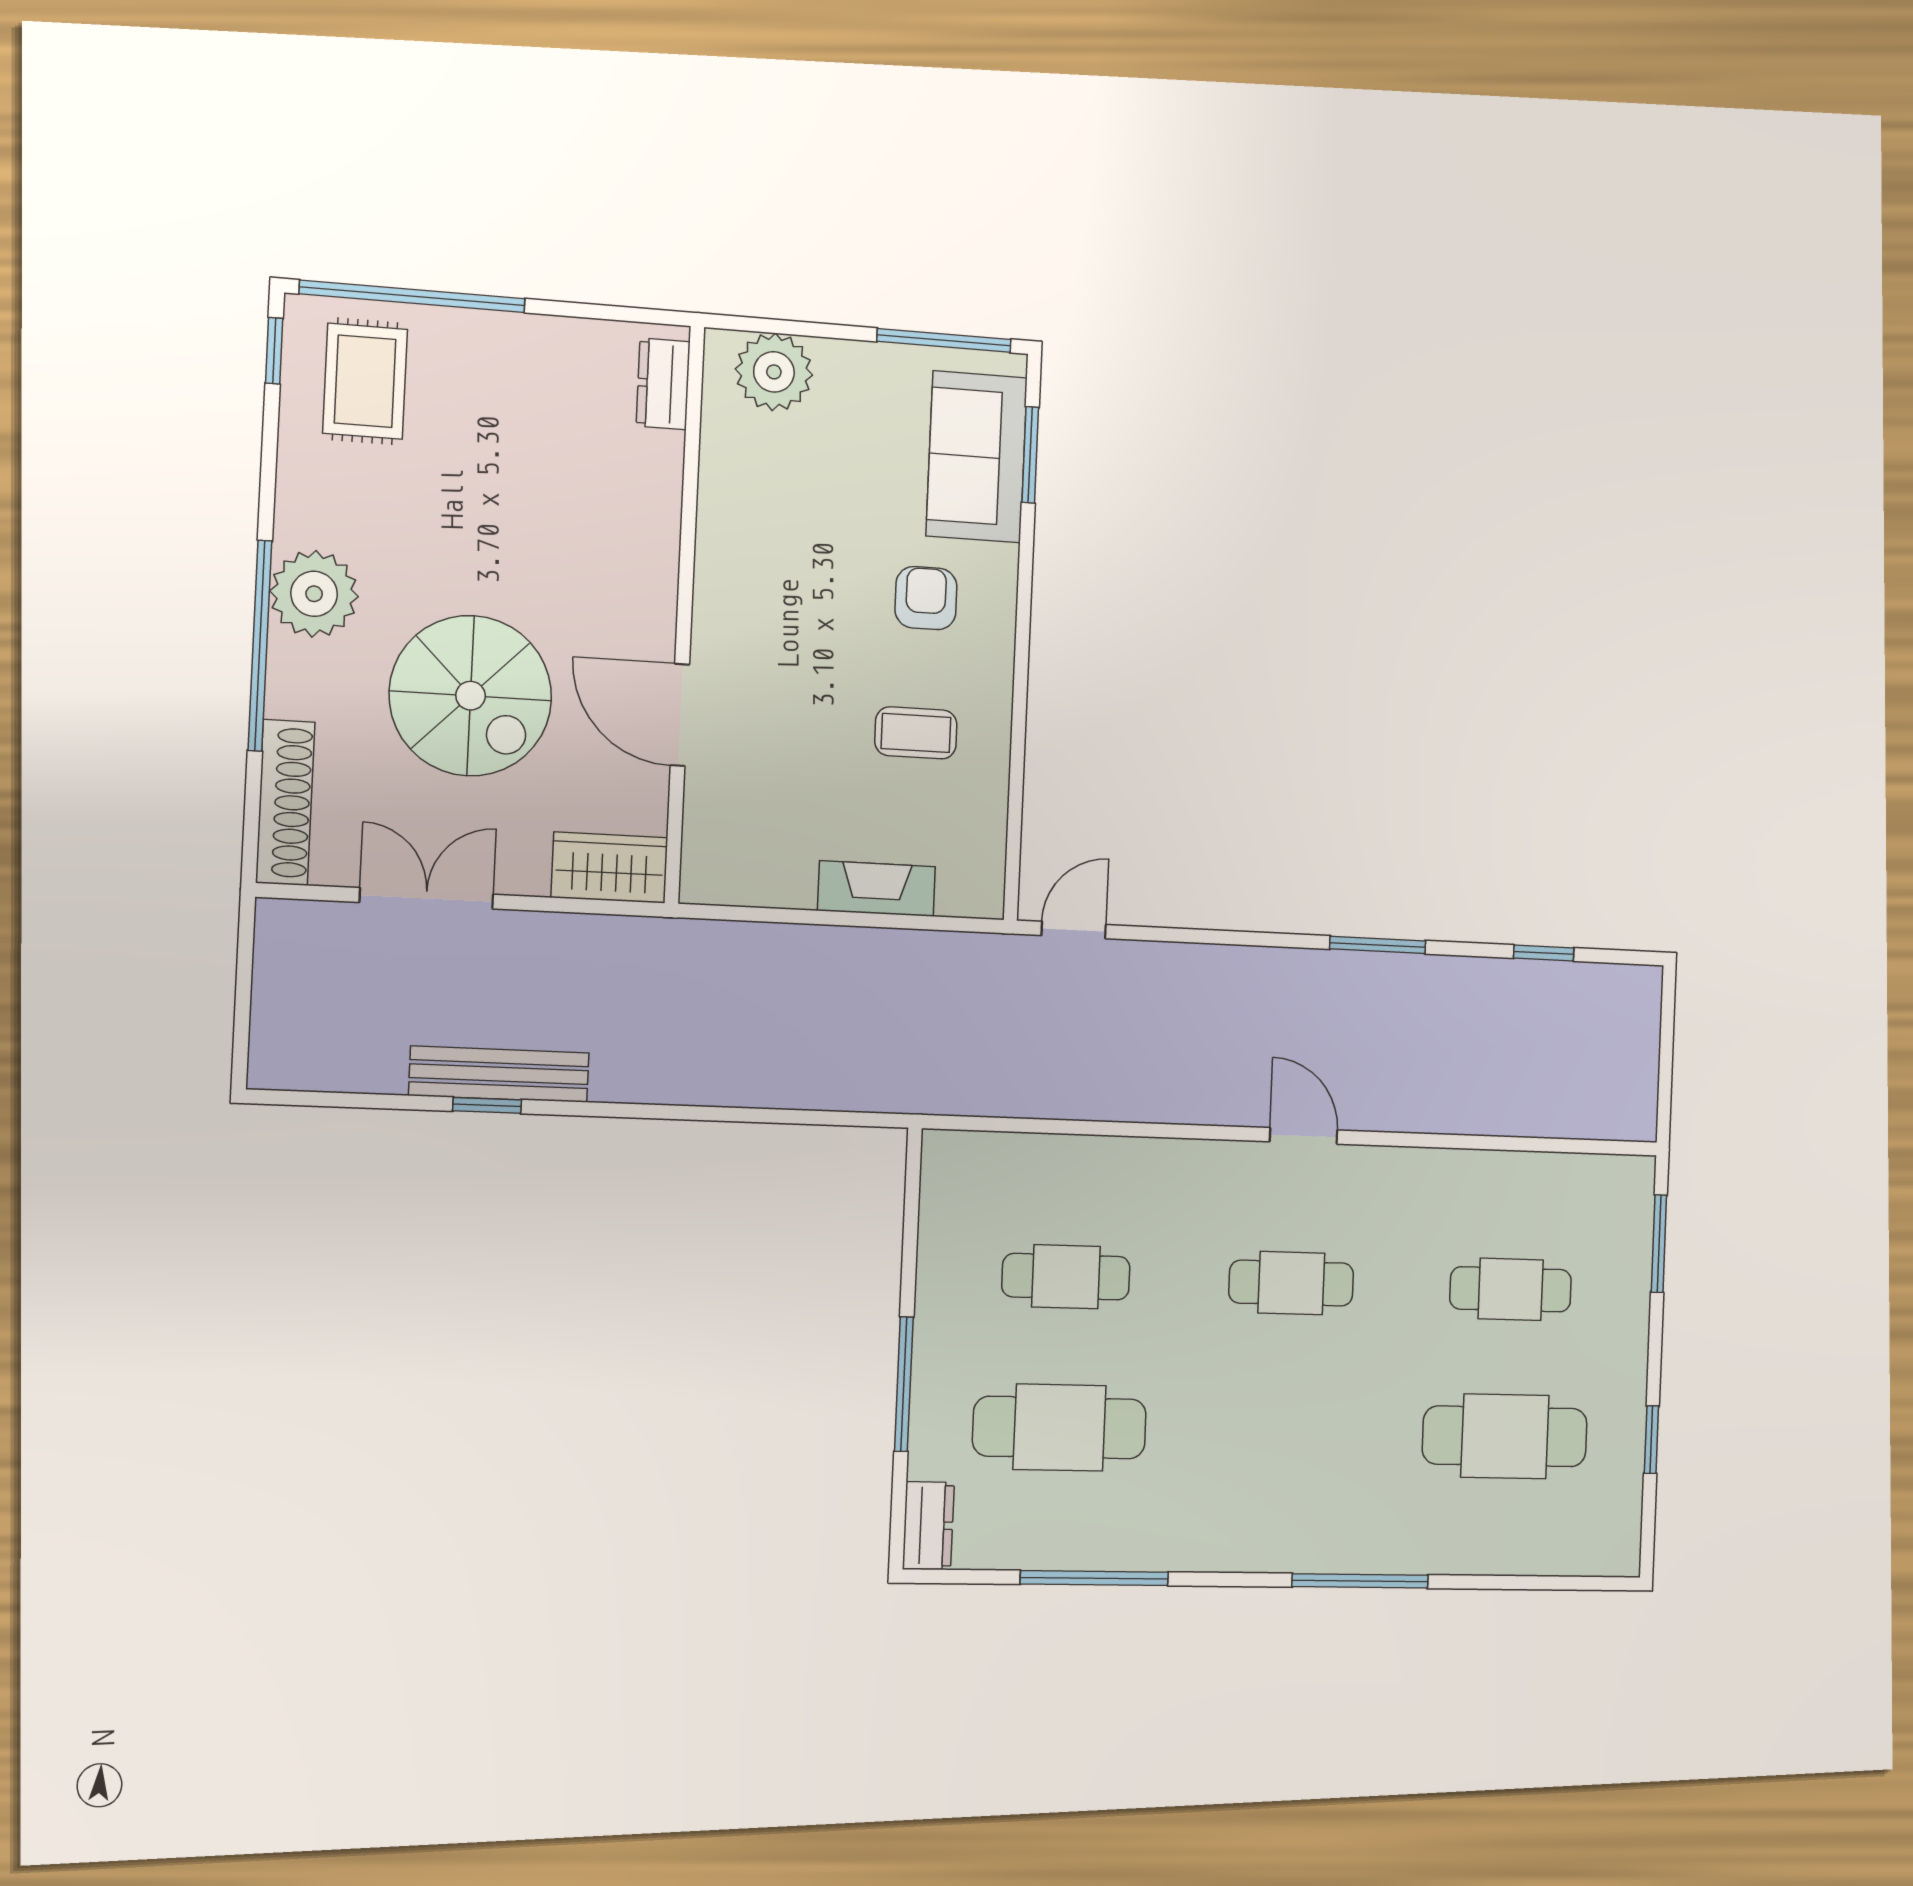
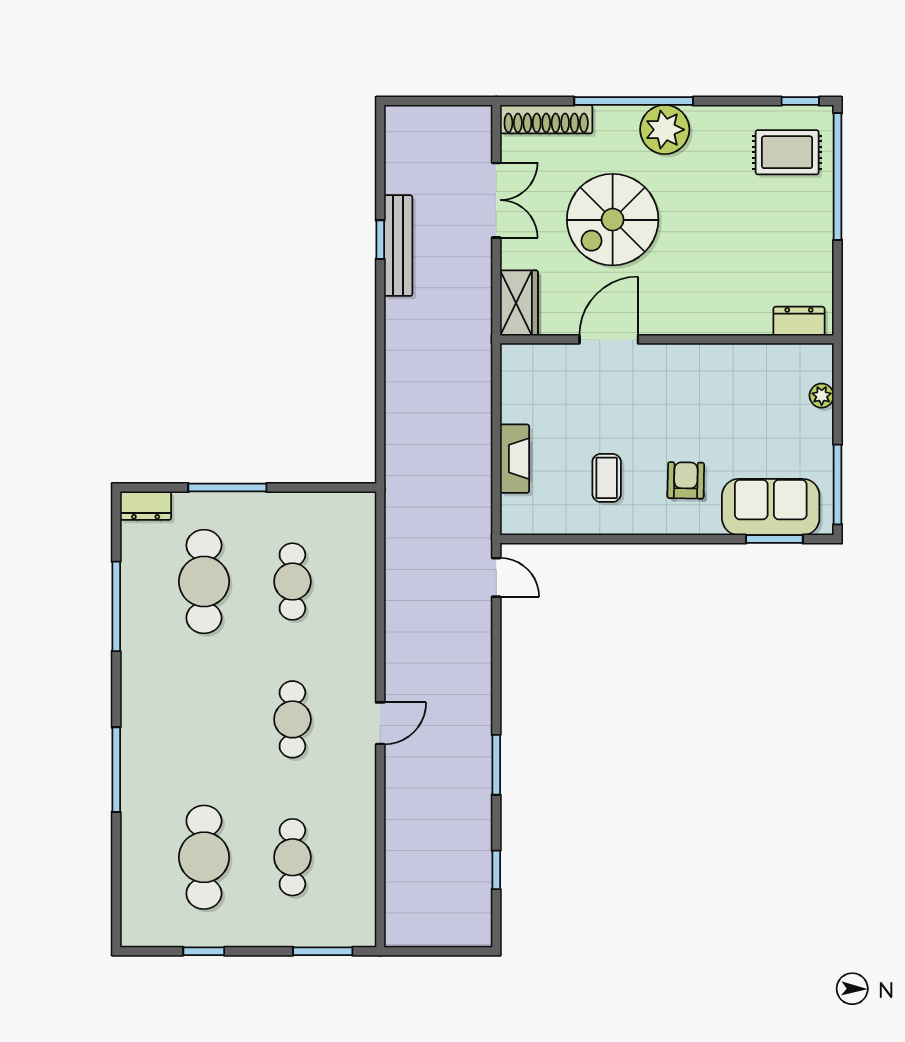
plant: (774, 372) -> (822, 396), width x0.53, depth x0.53
armchair: (926, 598) -> (686, 480), turned -89

